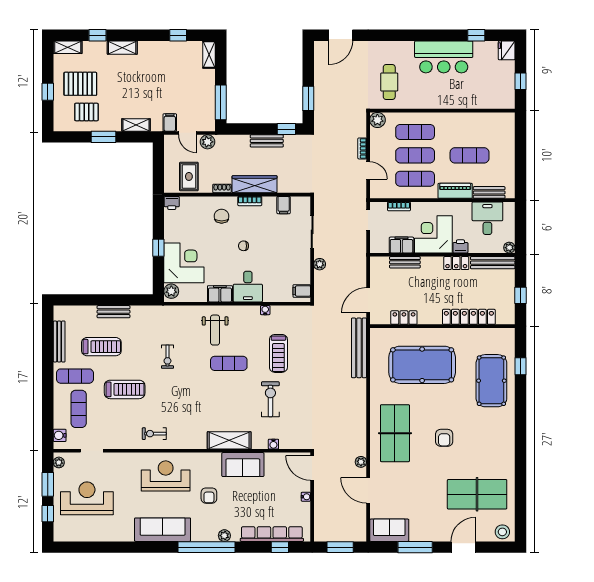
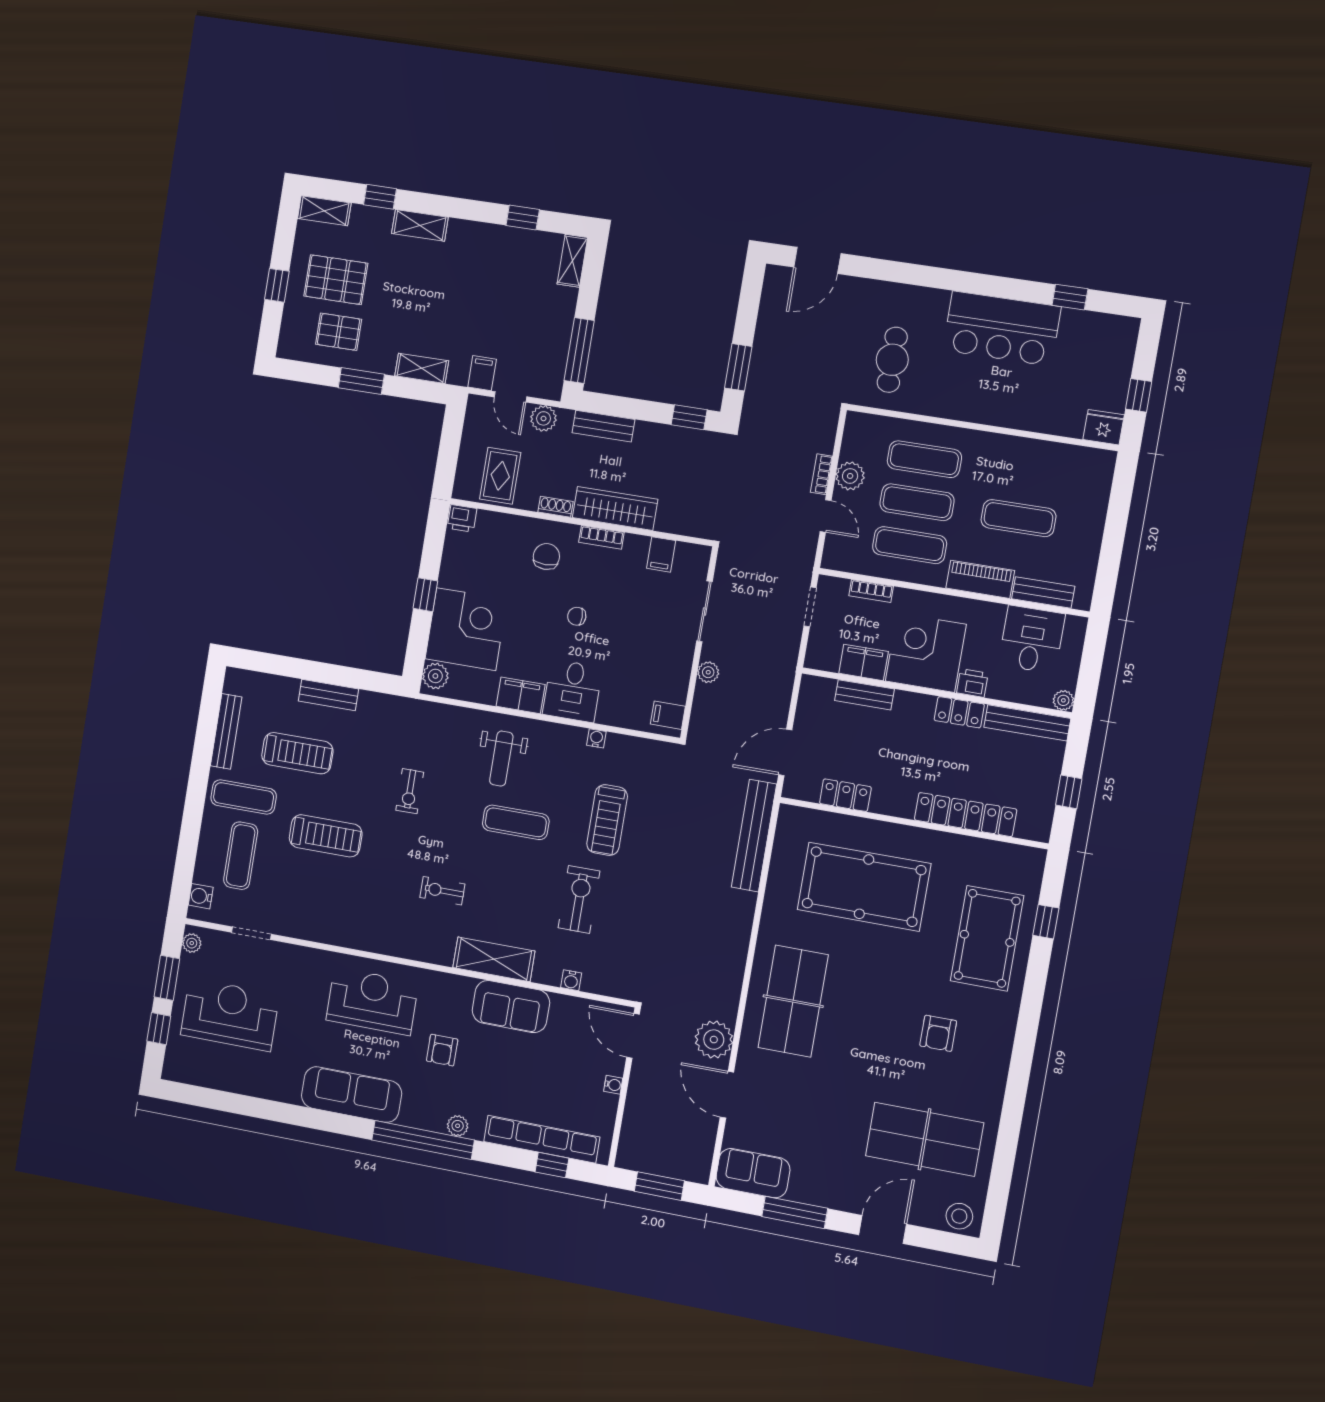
fridge: (507, 50) -> (1104, 427), moved, turned 90
plant: (377, 120) -> (850, 476), moved
bench: (267, 141) -> (604, 426), moved
exercise bike: (154, 434) -> (442, 891), moved
armchair: (444, 438) -> (938, 1033), moved
plant: (361, 462) -> (714, 1040), width x1.88, depth x1.88

